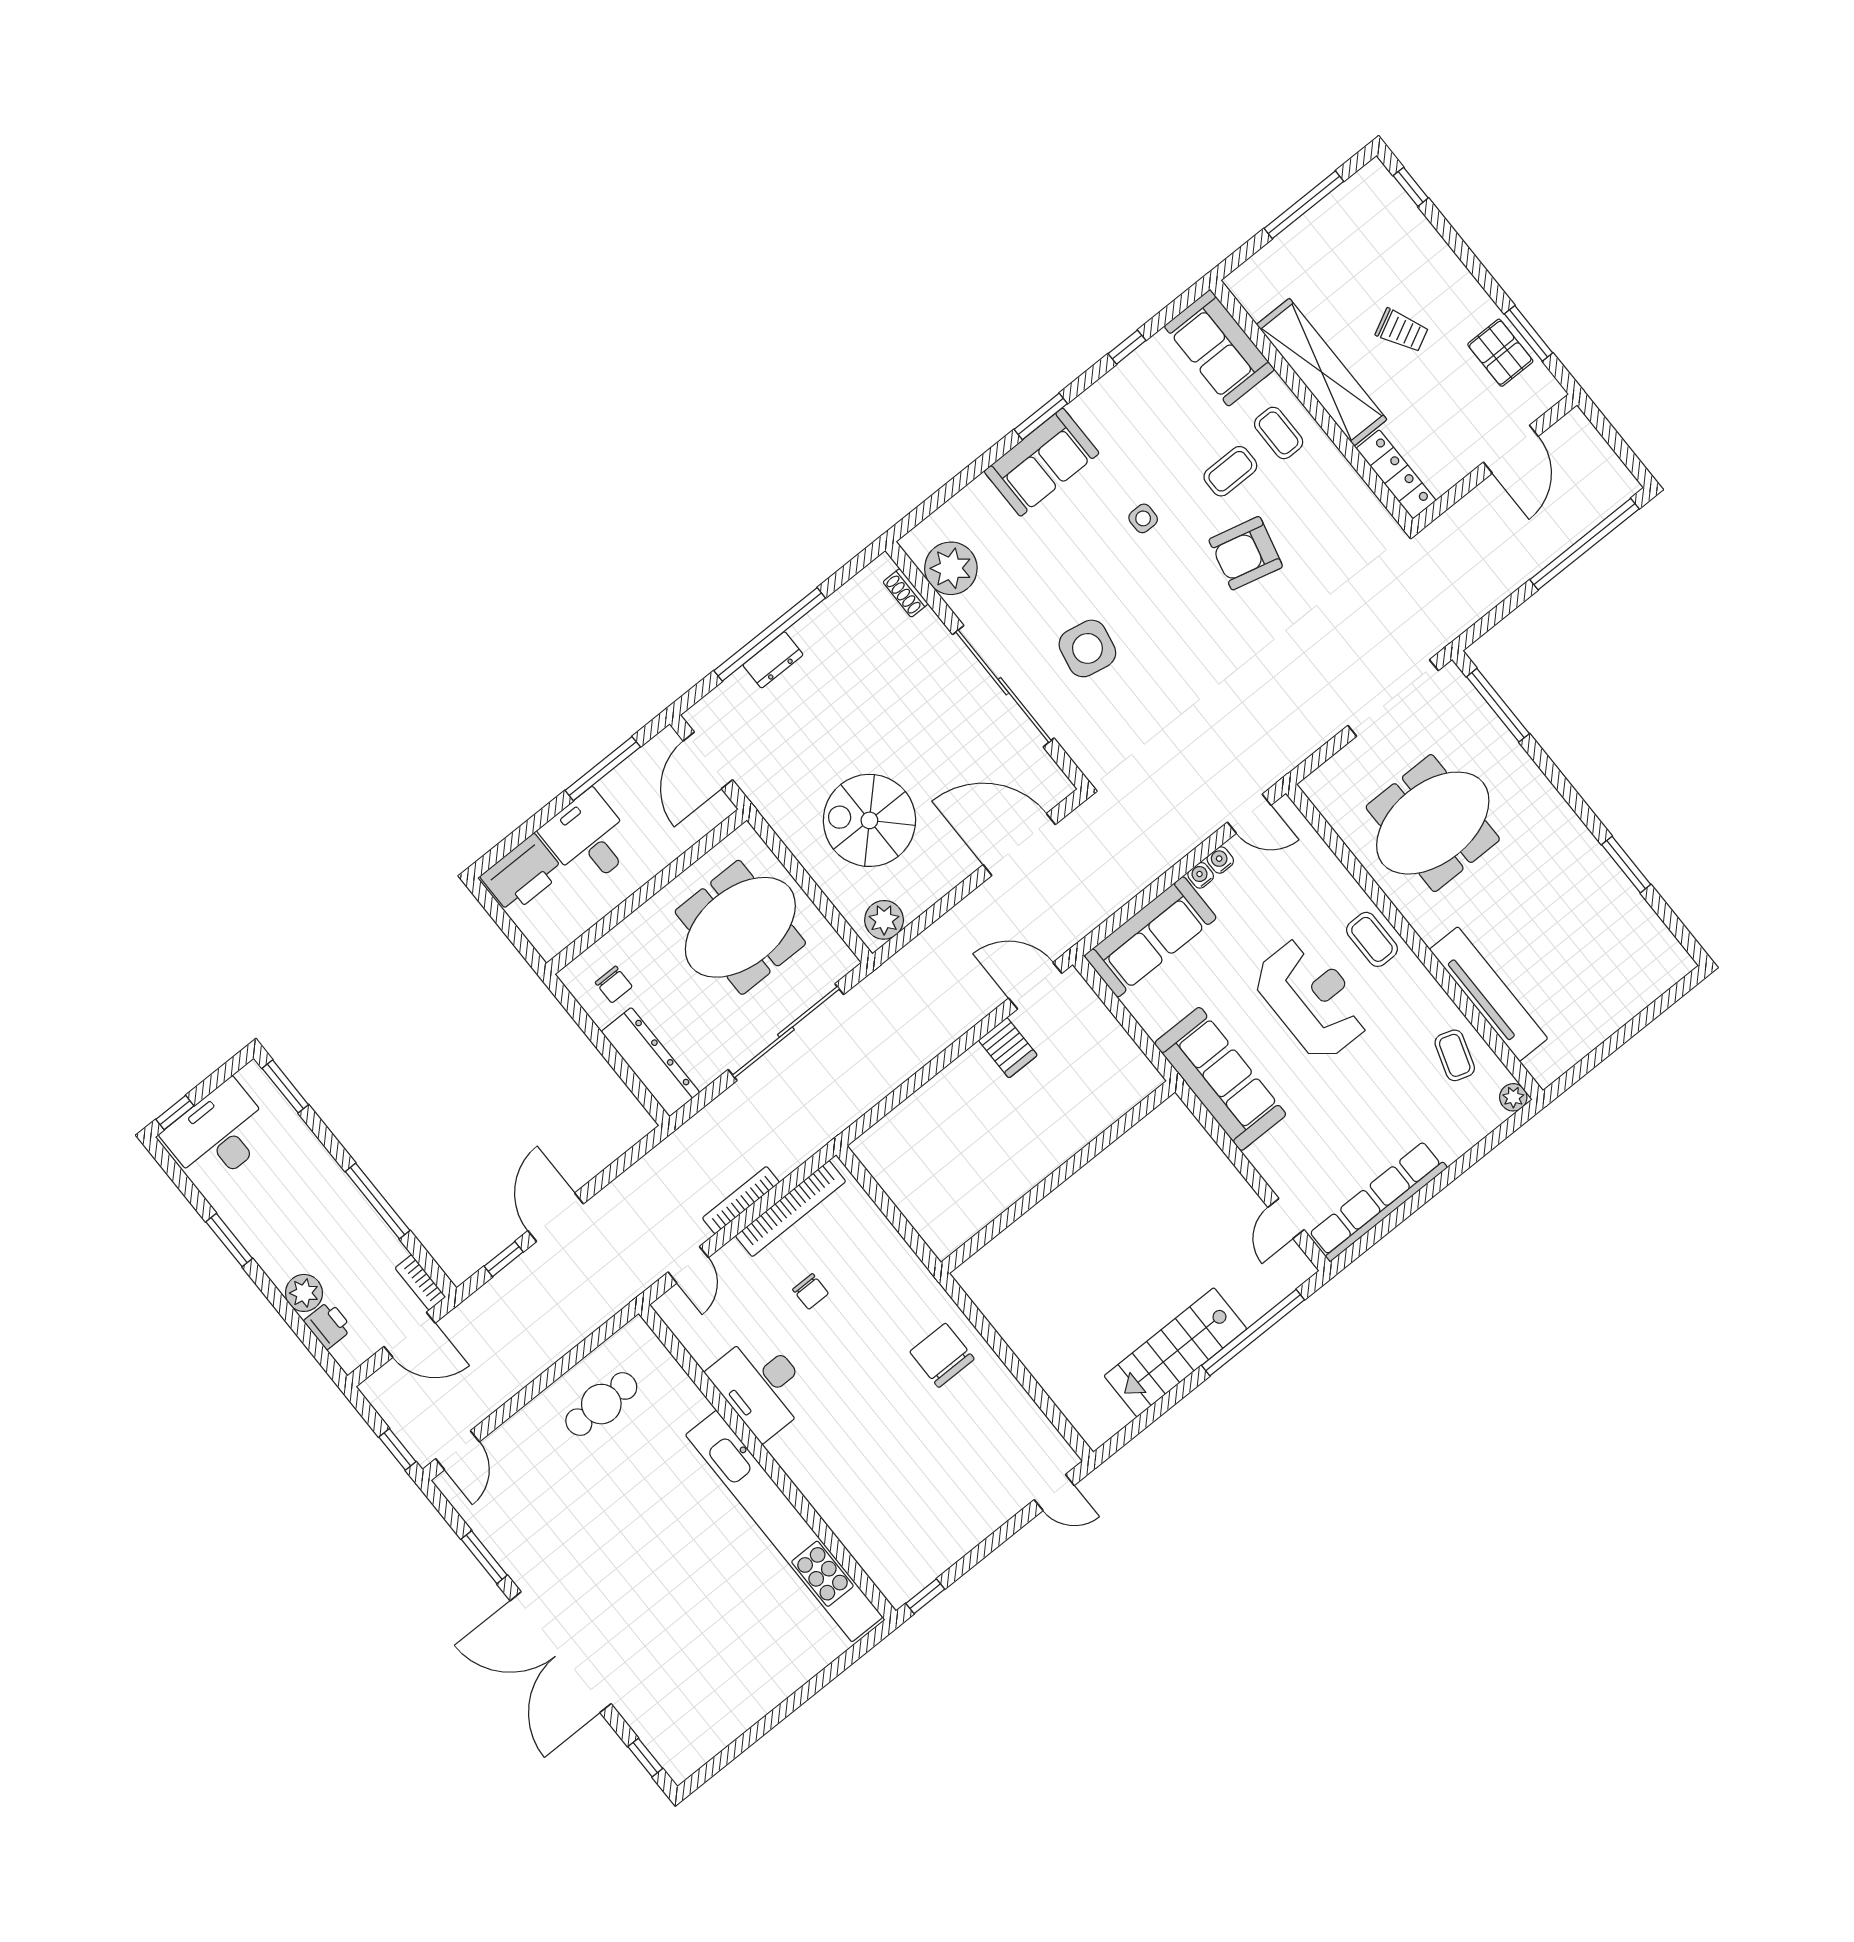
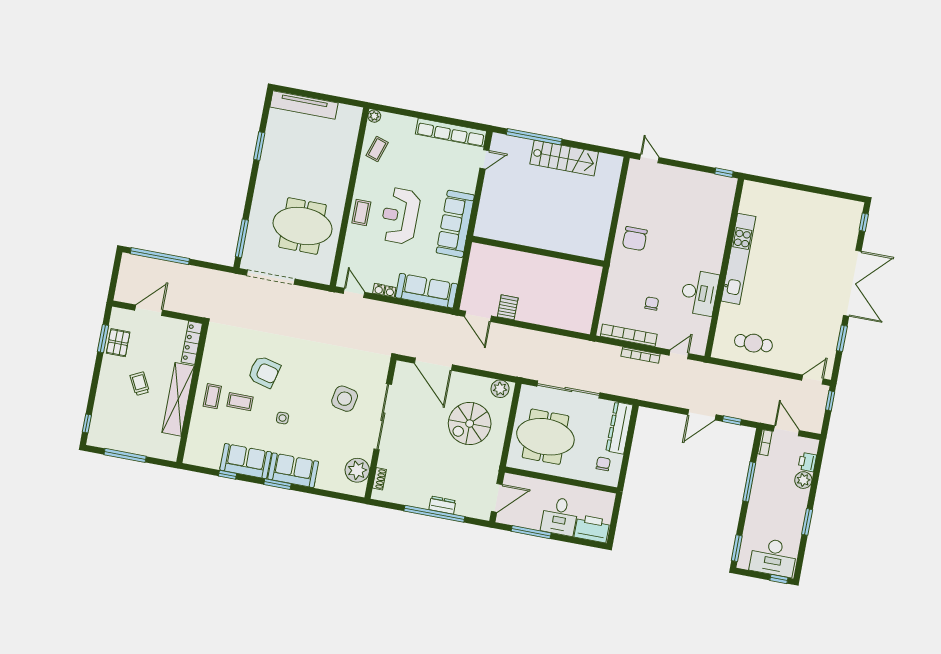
sofa: (1219, 348) -> (246, 461), moved, turned -90
spiral stairs: (869, 820) -> (470, 424), turned 90
tv unit: (1489, 994) -> (304, 105), moved, turned -90
kitchen unit: (784, 1526) -> (739, 259), width x0.73

